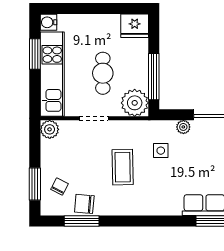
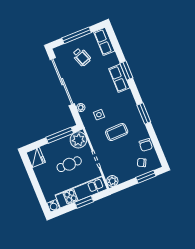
window: (35, 54) -> (84, 202), moved
window: (82, 221) -> (144, 113), moved

